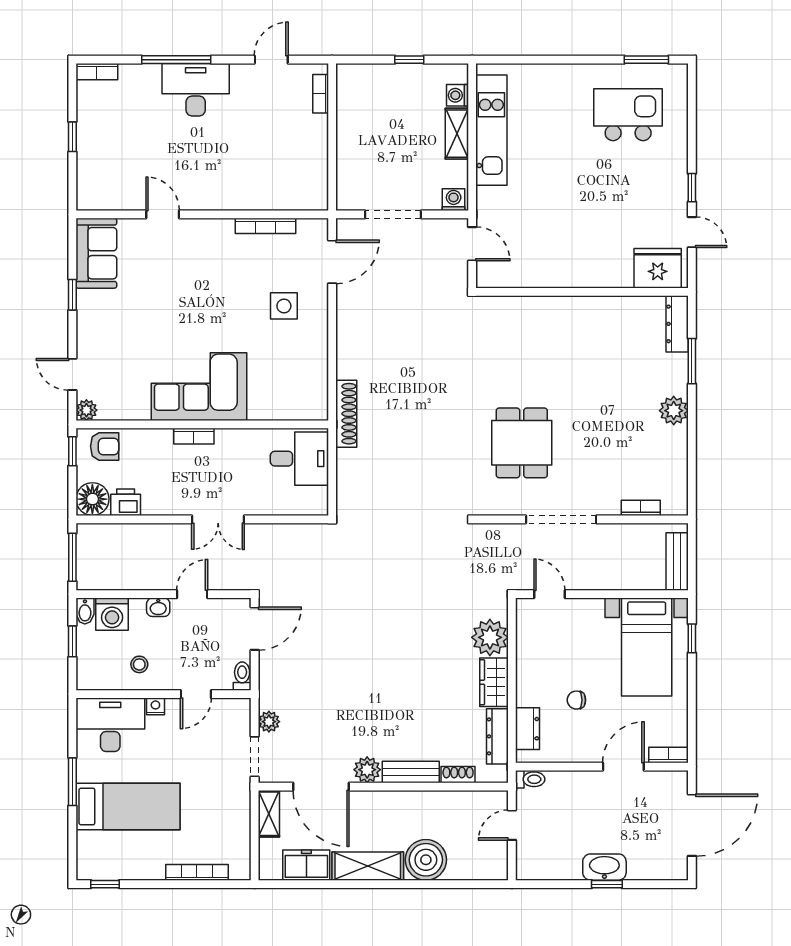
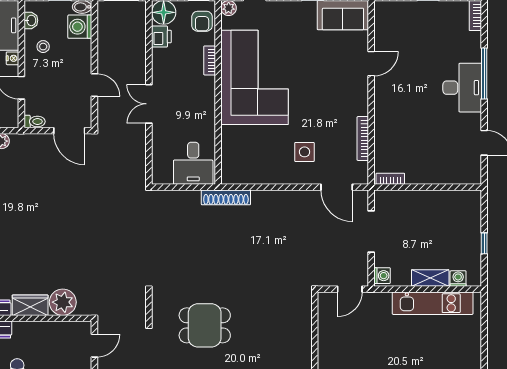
bookcase: (321, 94) -> (390, 179), moved
corner sofa: (199, 387) -> (255, 77), width x1.36, depth x1.36
bookcase: (194, 436) -> (210, 60), moved
washbasin: (158, 607) -> (31, 20), moved, turned 180

